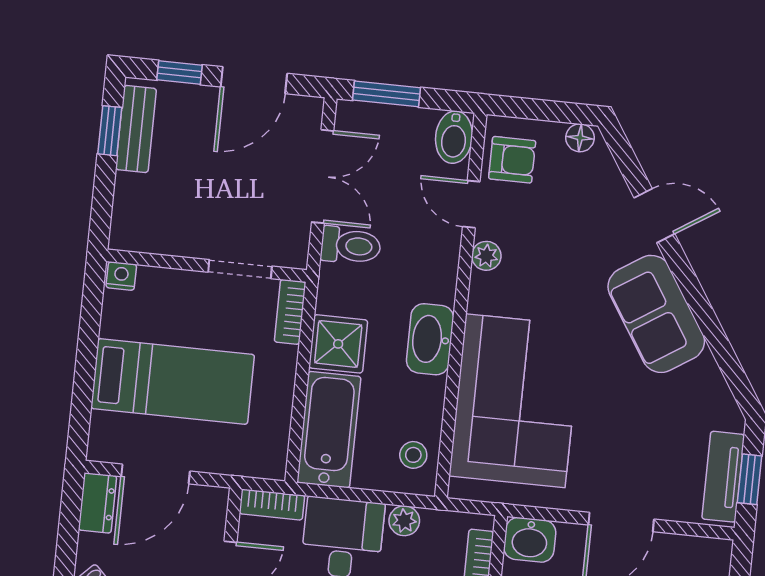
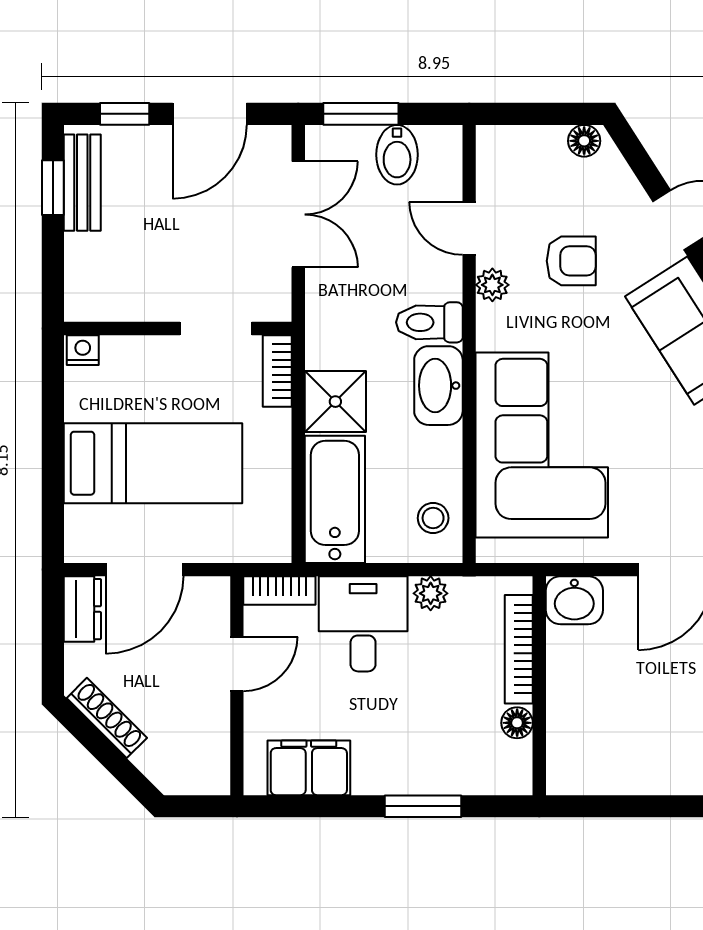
bidet: (454, 137) -> (397, 155), moved
armchair: (512, 160) -> (571, 261), moved
toilet: (351, 246) -> (429, 322), moved, turned 180

